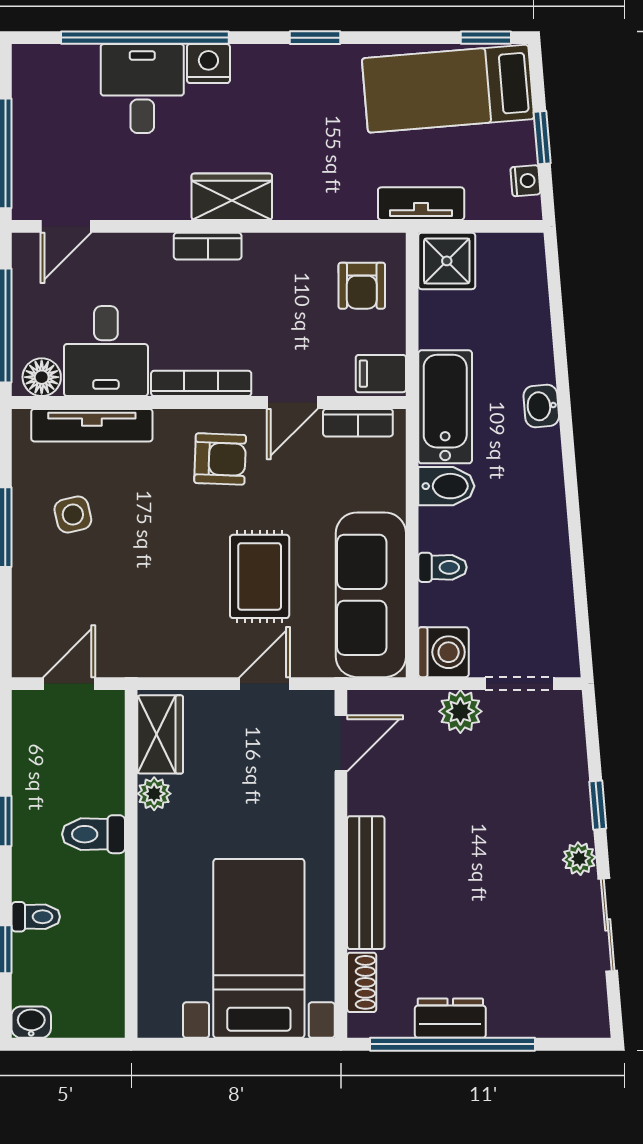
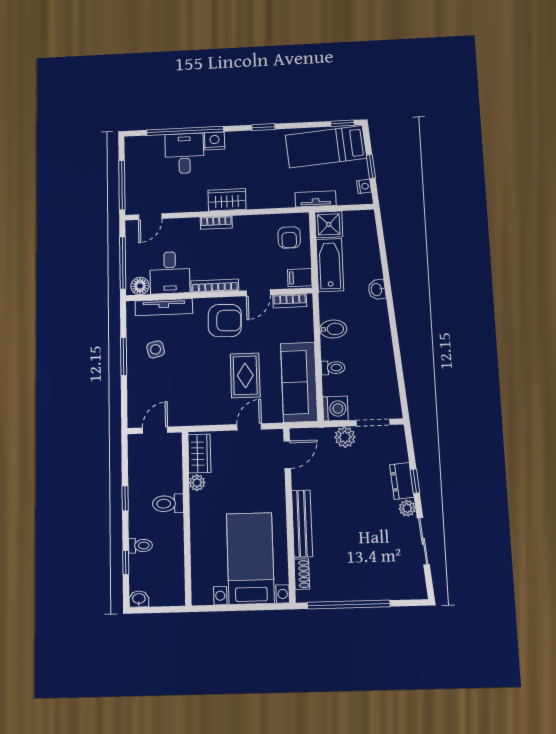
bathtub: (445, 407) -> (330, 265), moved
armchair: (220, 459) -> (225, 321), width x1.38, depth x1.38
dresser: (450, 1018) -> (402, 481), moved, turned -95

